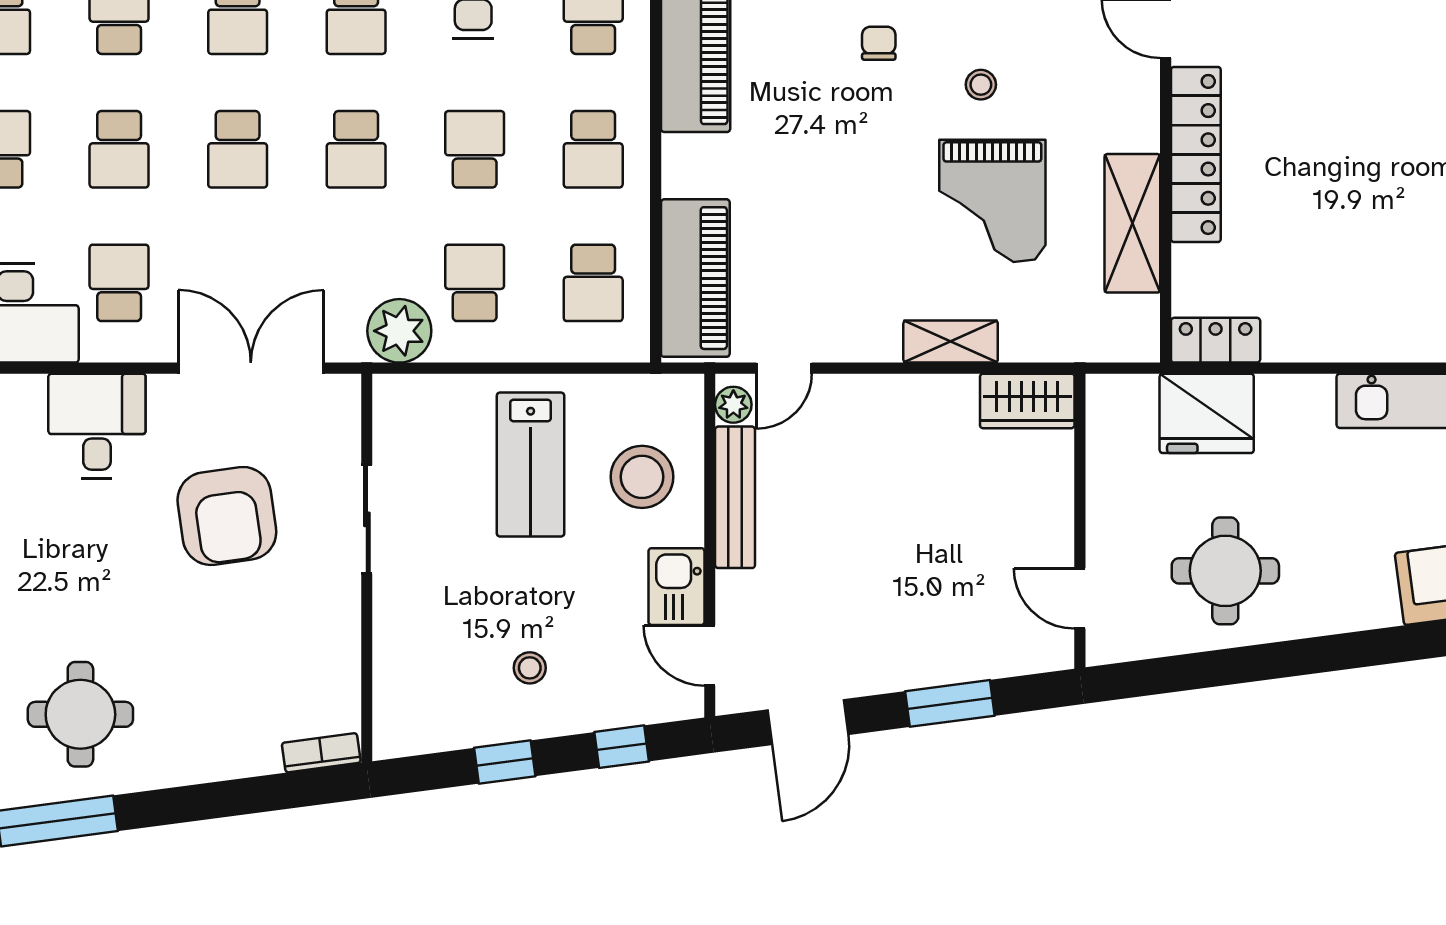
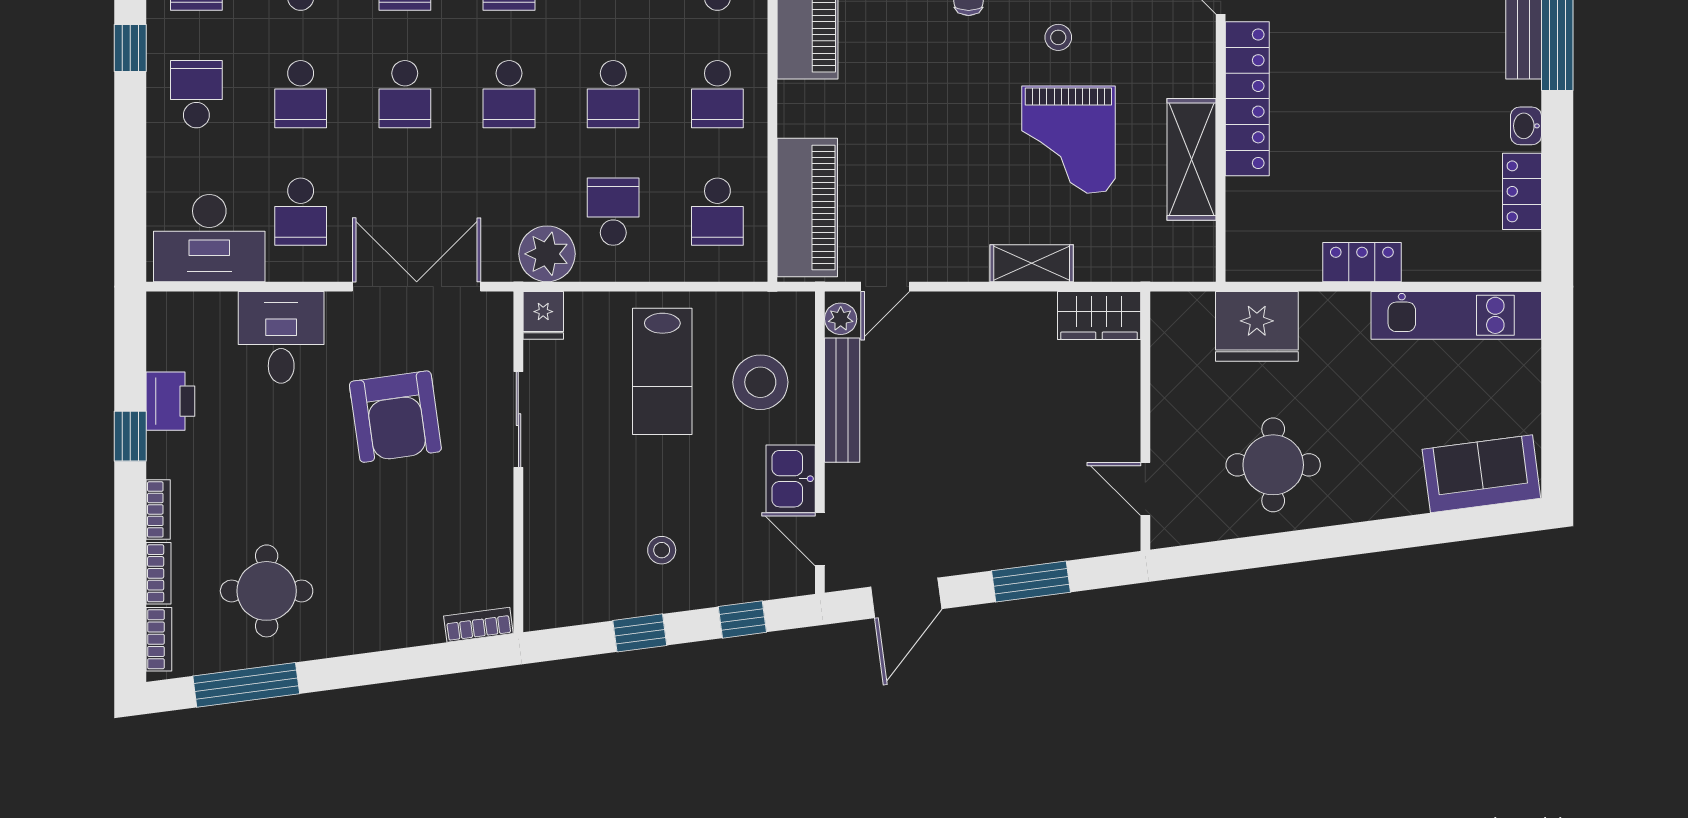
school desk: (475, 149) -> (613, 94), turned 180
school desk: (119, 283) -> (301, 212), turned 180
locker: (1216, 340) -> (1362, 262), moved
fridge: (395, 401) -> (543, 315), added

